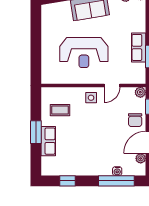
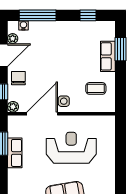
door: (112, 85) -> (42, 114), width x1.88
window: (36, 132) -> (121, 49), moved
water cooler: (117, 171) -> (23, 25), moved

